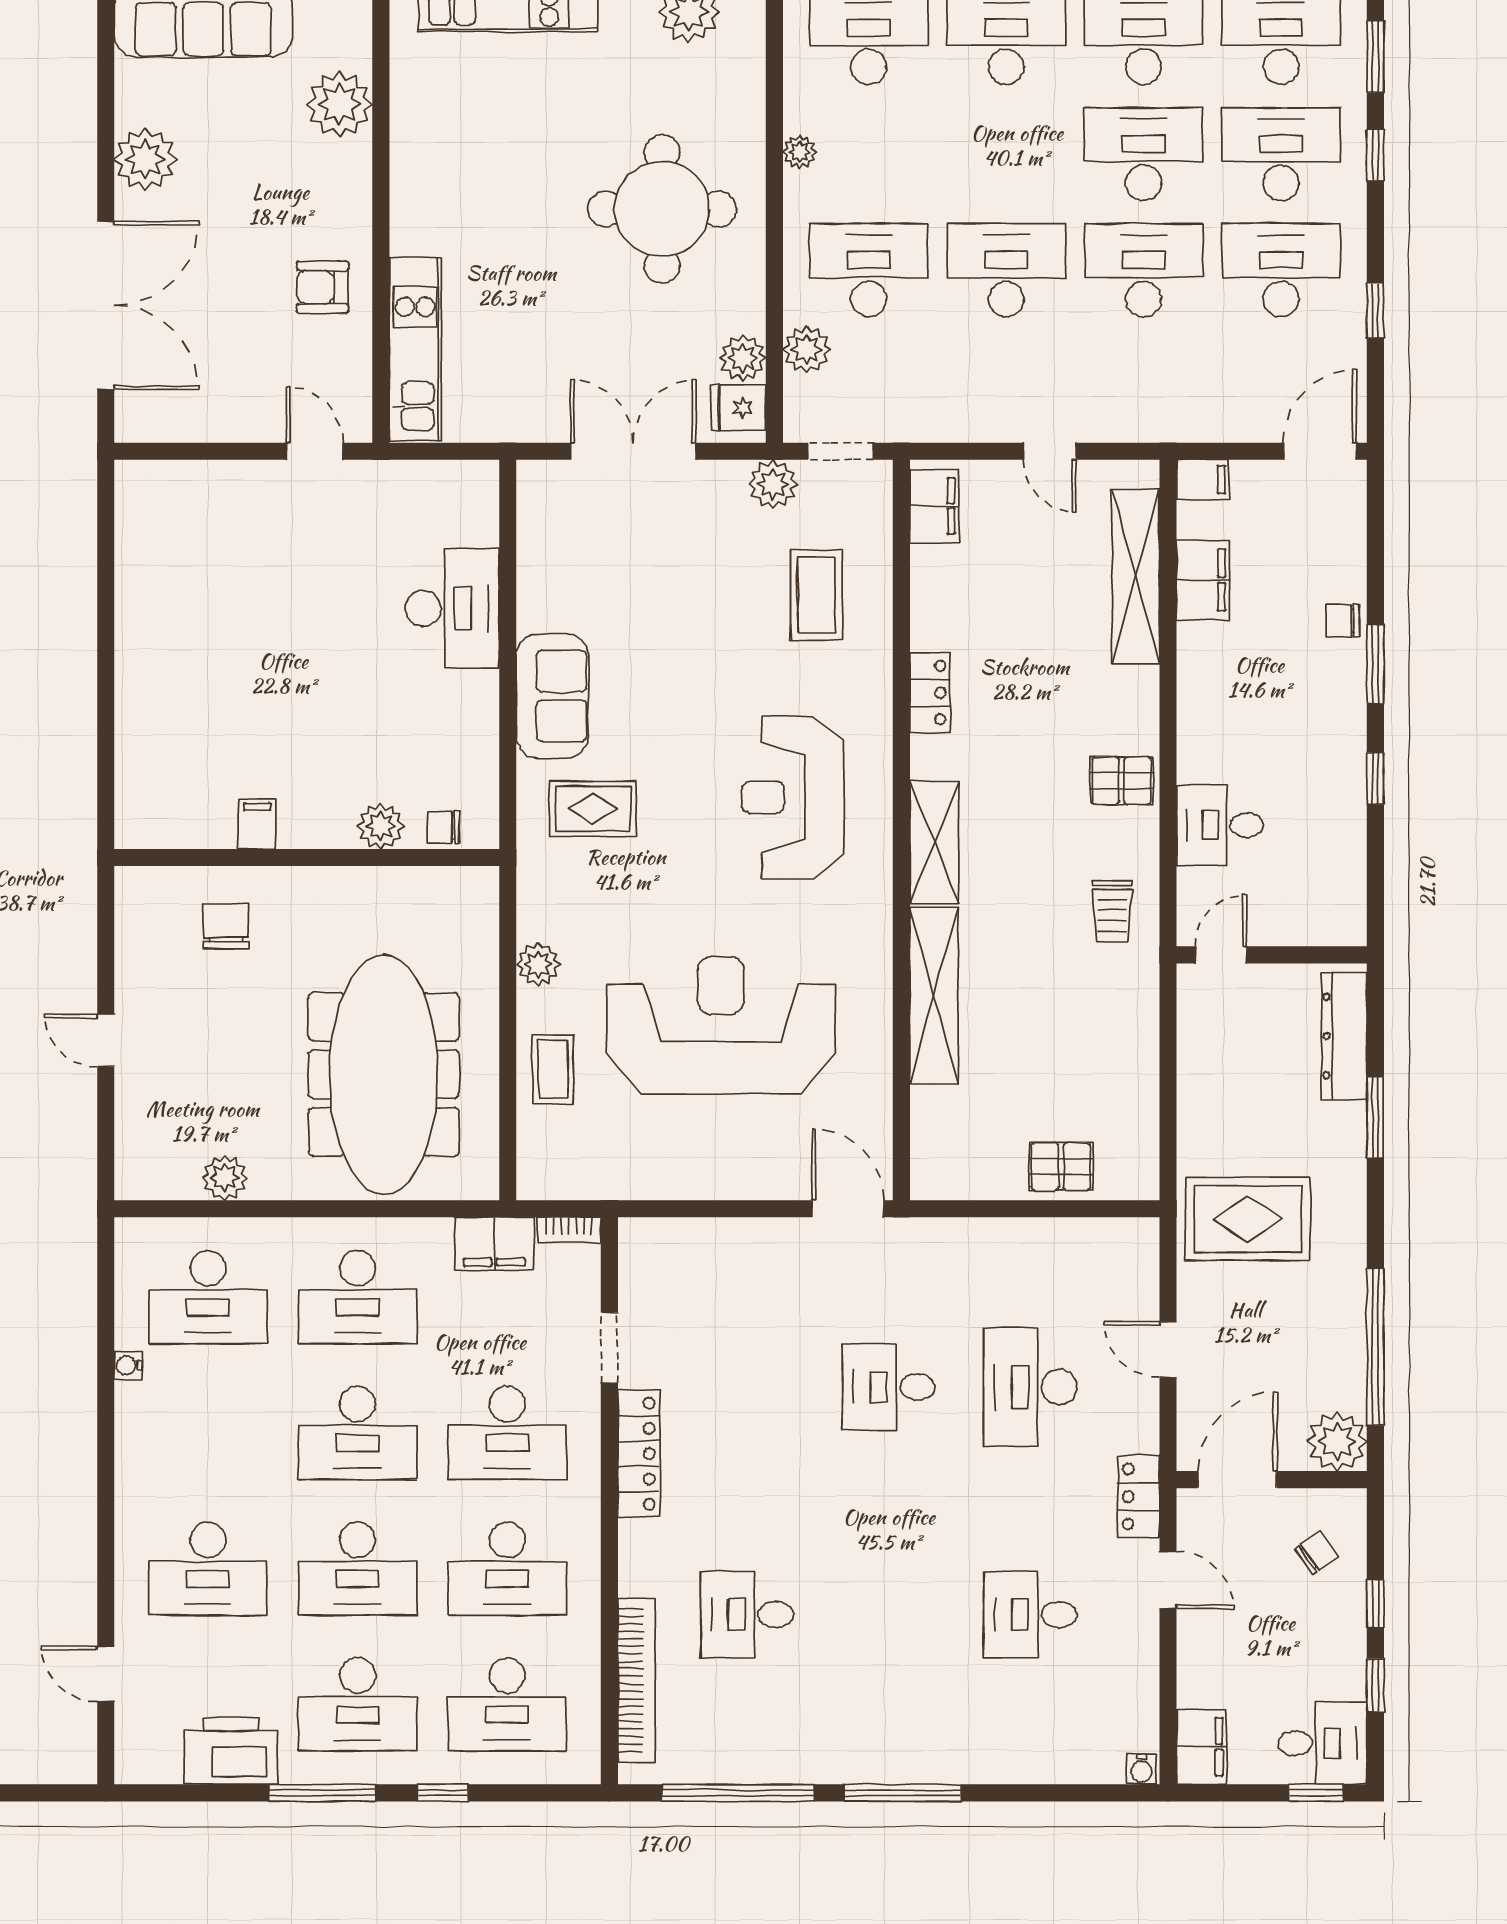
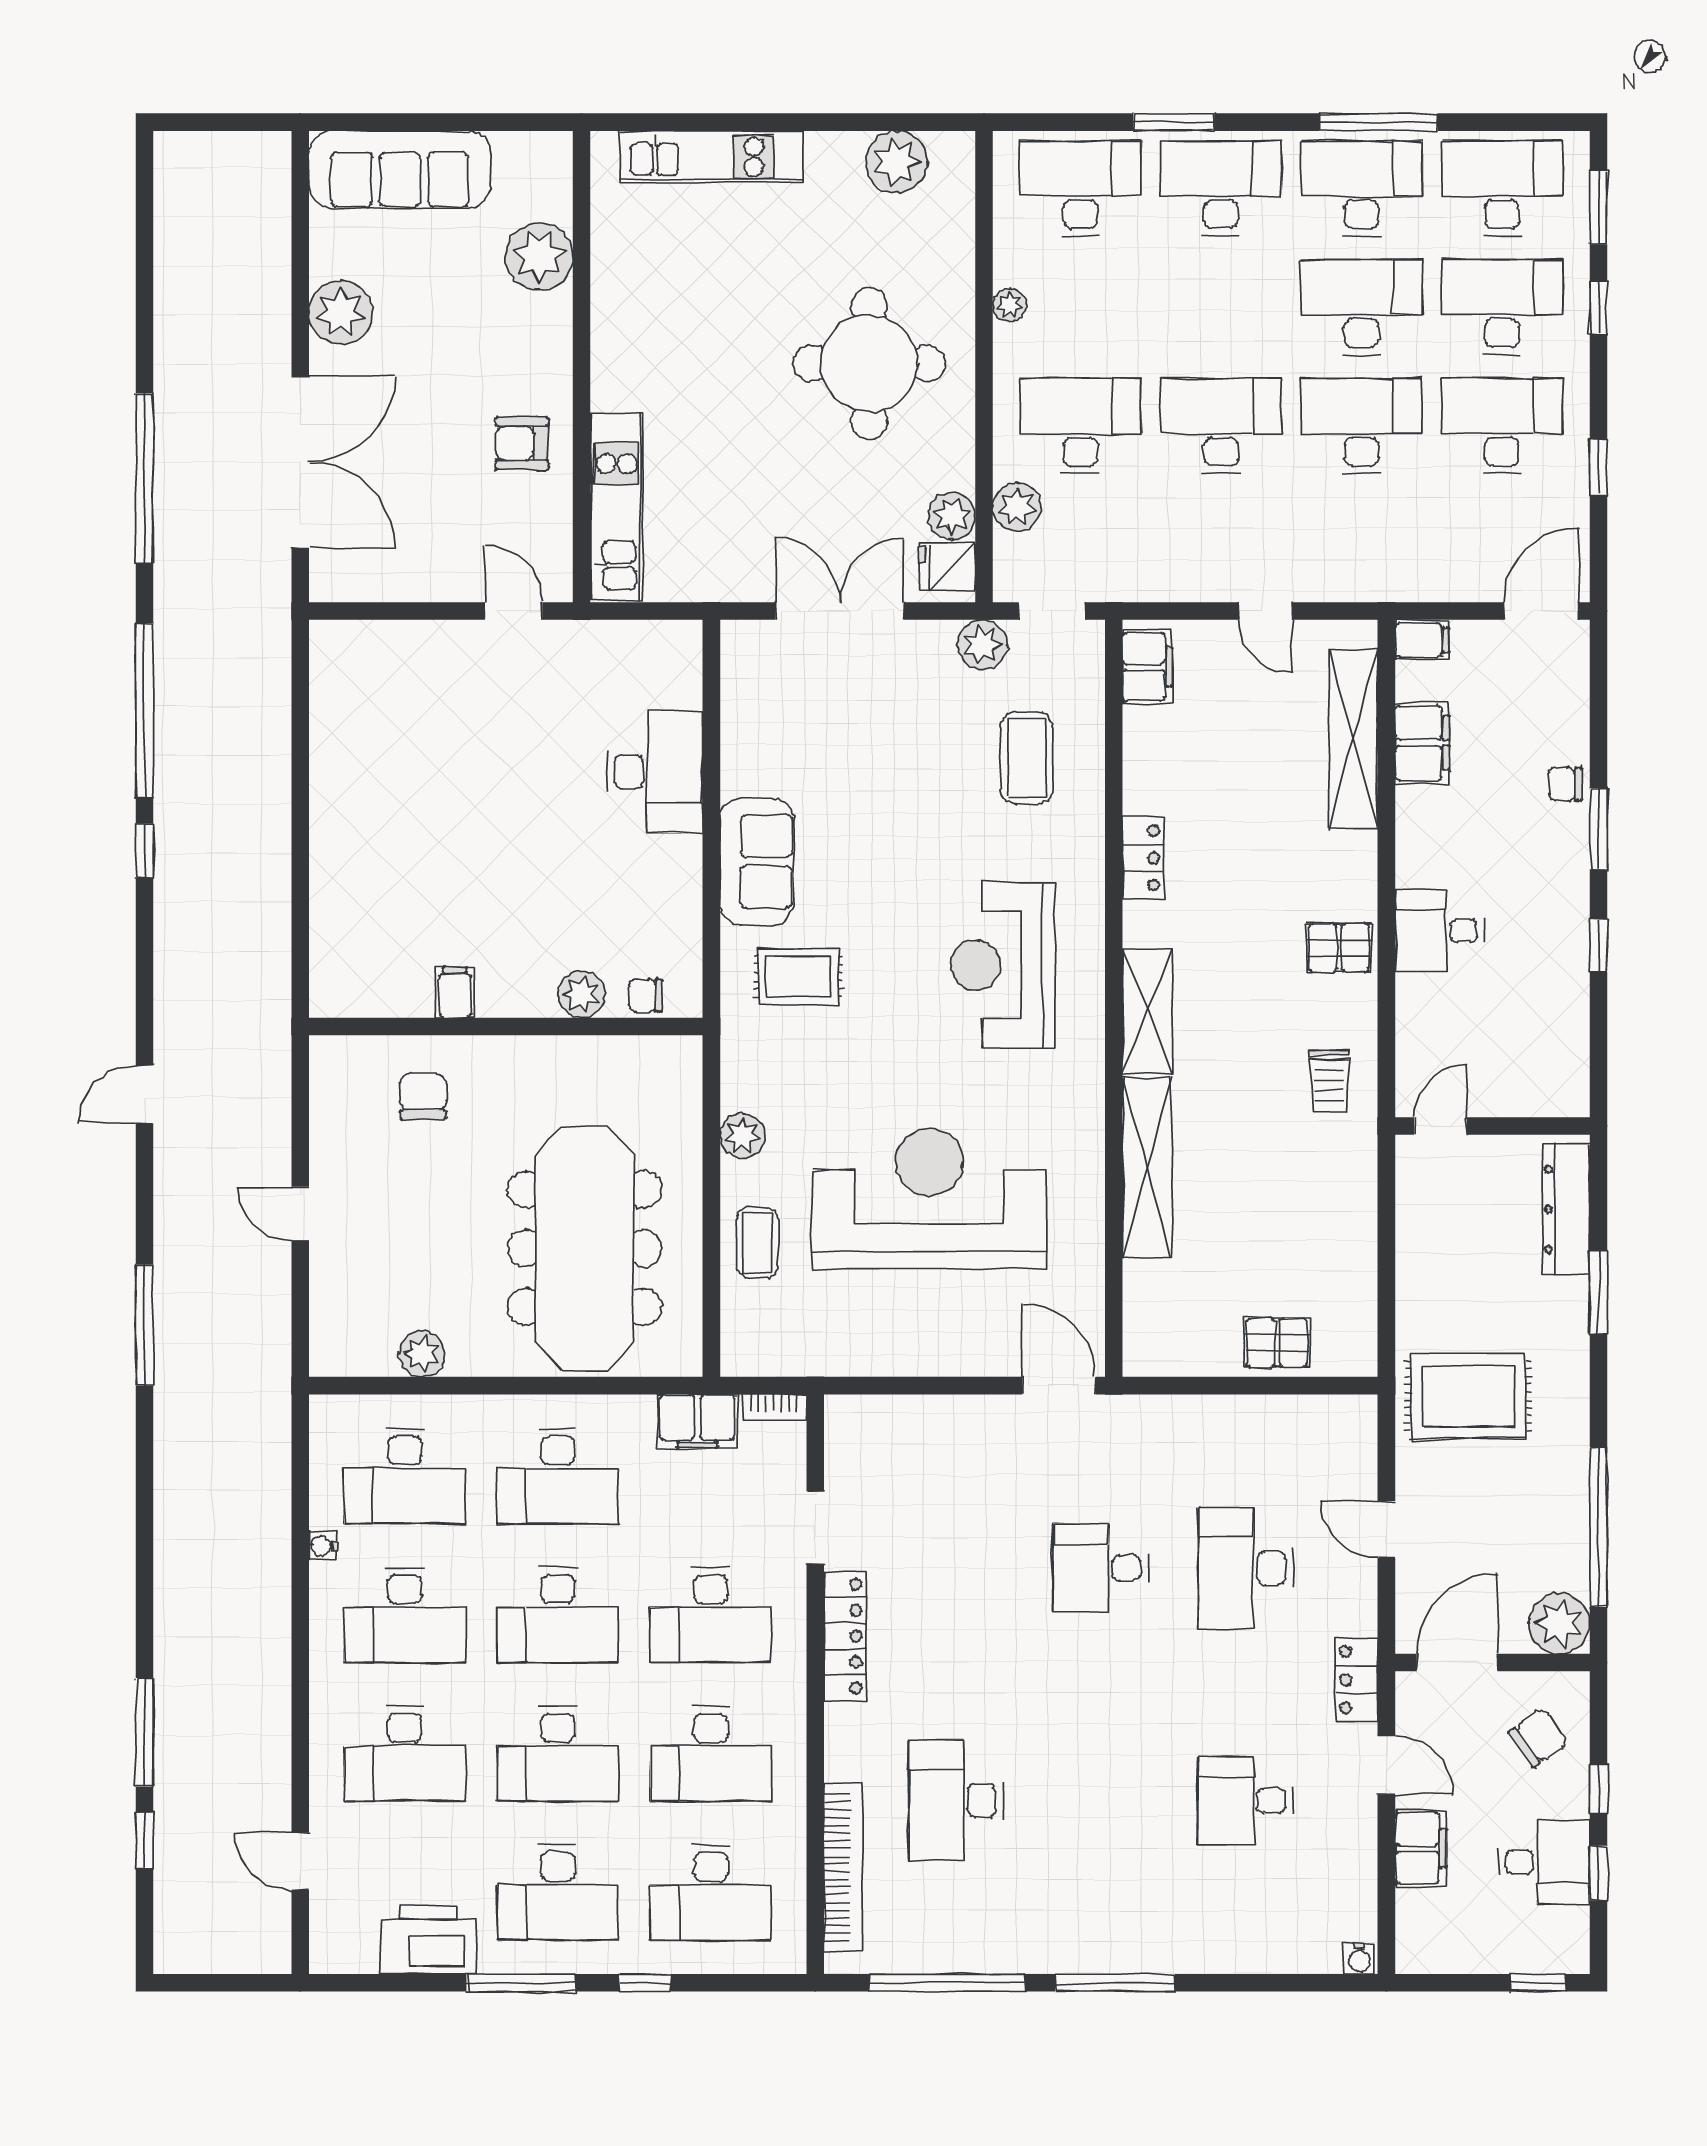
desk: (1220, 825) -> (1439, 931), moved
desk: (208, 1433) -> (405, 1615), added
chair: (1317, 1553) -> (1538, 1738), width x1.37, depth x1.37
desk: (747, 1615) -> (956, 1801), width x1.37
desk: (1323, 1743) -> (1544, 1862), moved
filing cabinet: (1201, 1747) -> (1421, 1848), moved

